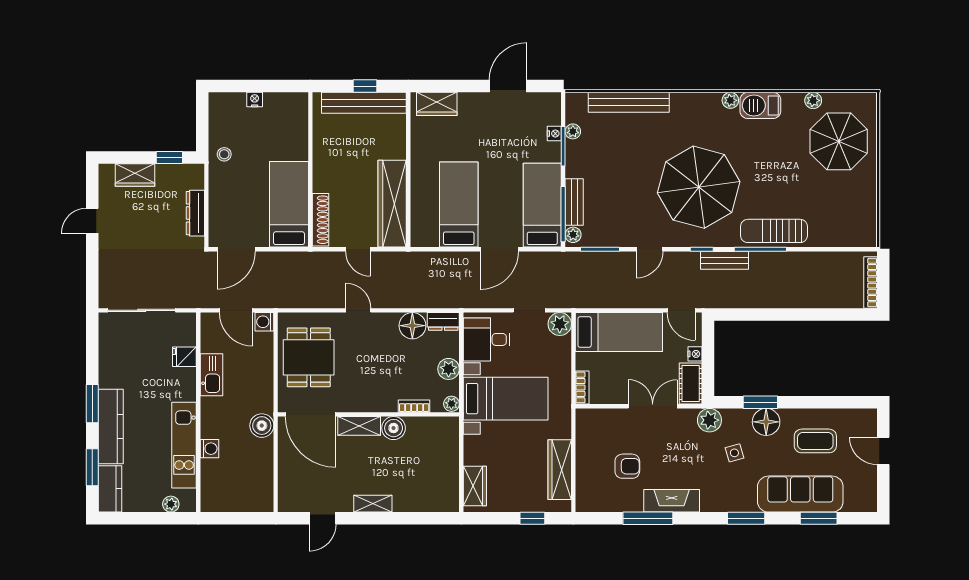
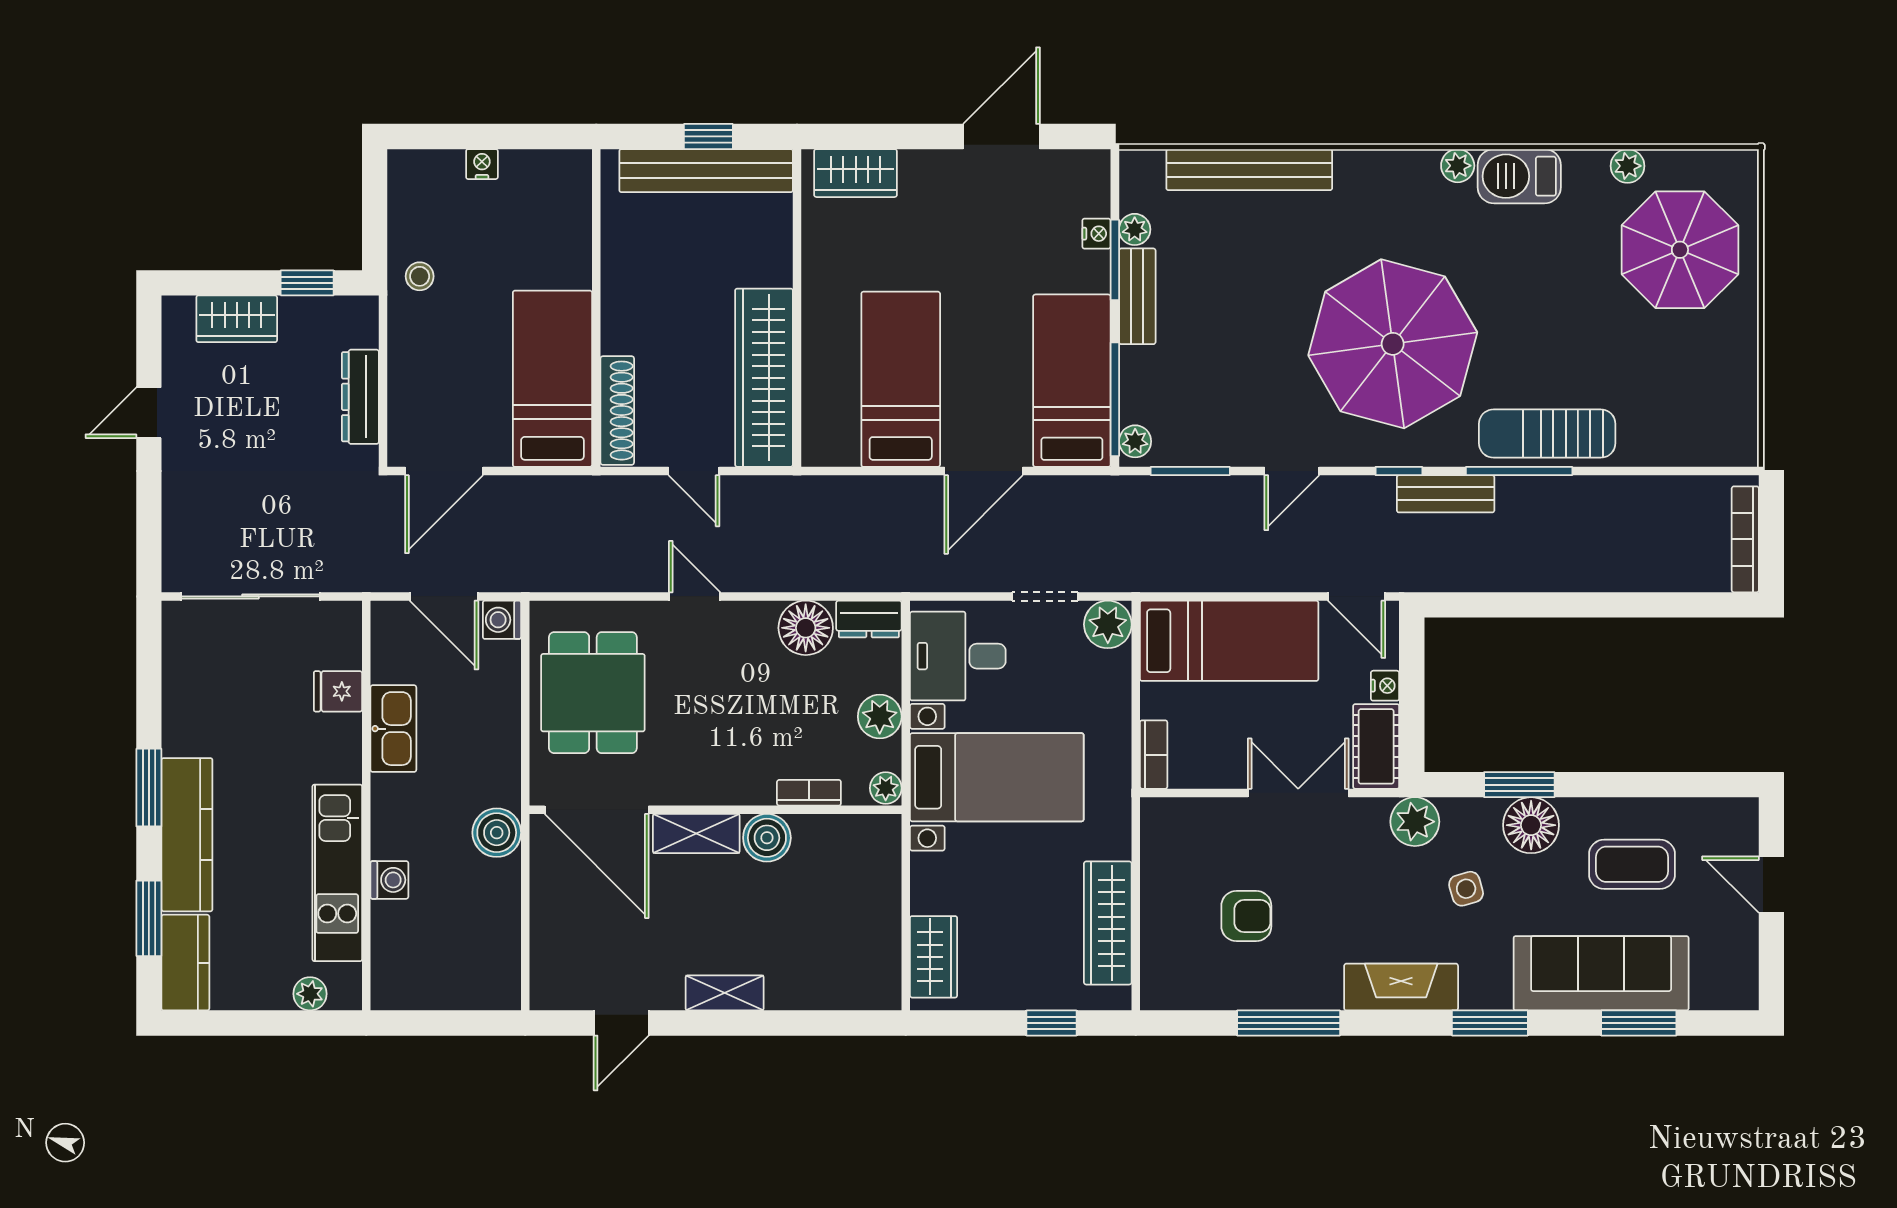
bench: (574, 202) -> (1137, 296), moved
fireplace: (672, 501) -> (1401, 987), moved

